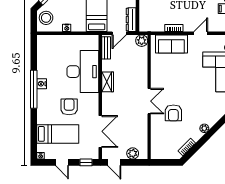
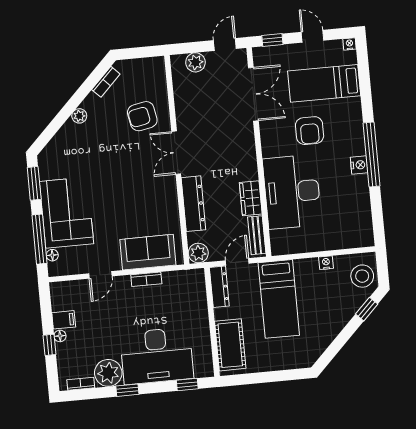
dresser: (142, 70) -> (193, 204), added
wardrobe: (108, 82) -> (251, 198), moved
armchair: (173, 113) -> (142, 116), moved, turned -101
double door: (100, 131) -> (253, 94), swing flipped
door: (114, 162) -> (225, 44), hinge flipped

